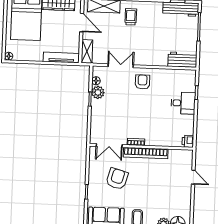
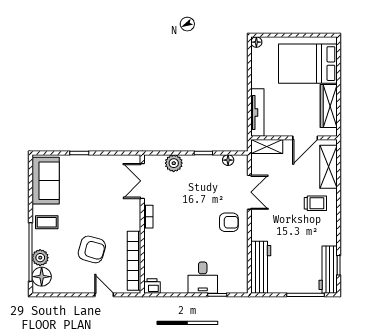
workbench: (182, 60) -> (261, 267), width x1.38
plant: (98, 92) -> (174, 163), moved
bookcase: (146, 153) -> (134, 261), moved
door: (193, 177) -> (104, 295), swing flipped
armchair: (117, 179) -> (92, 249), moved

